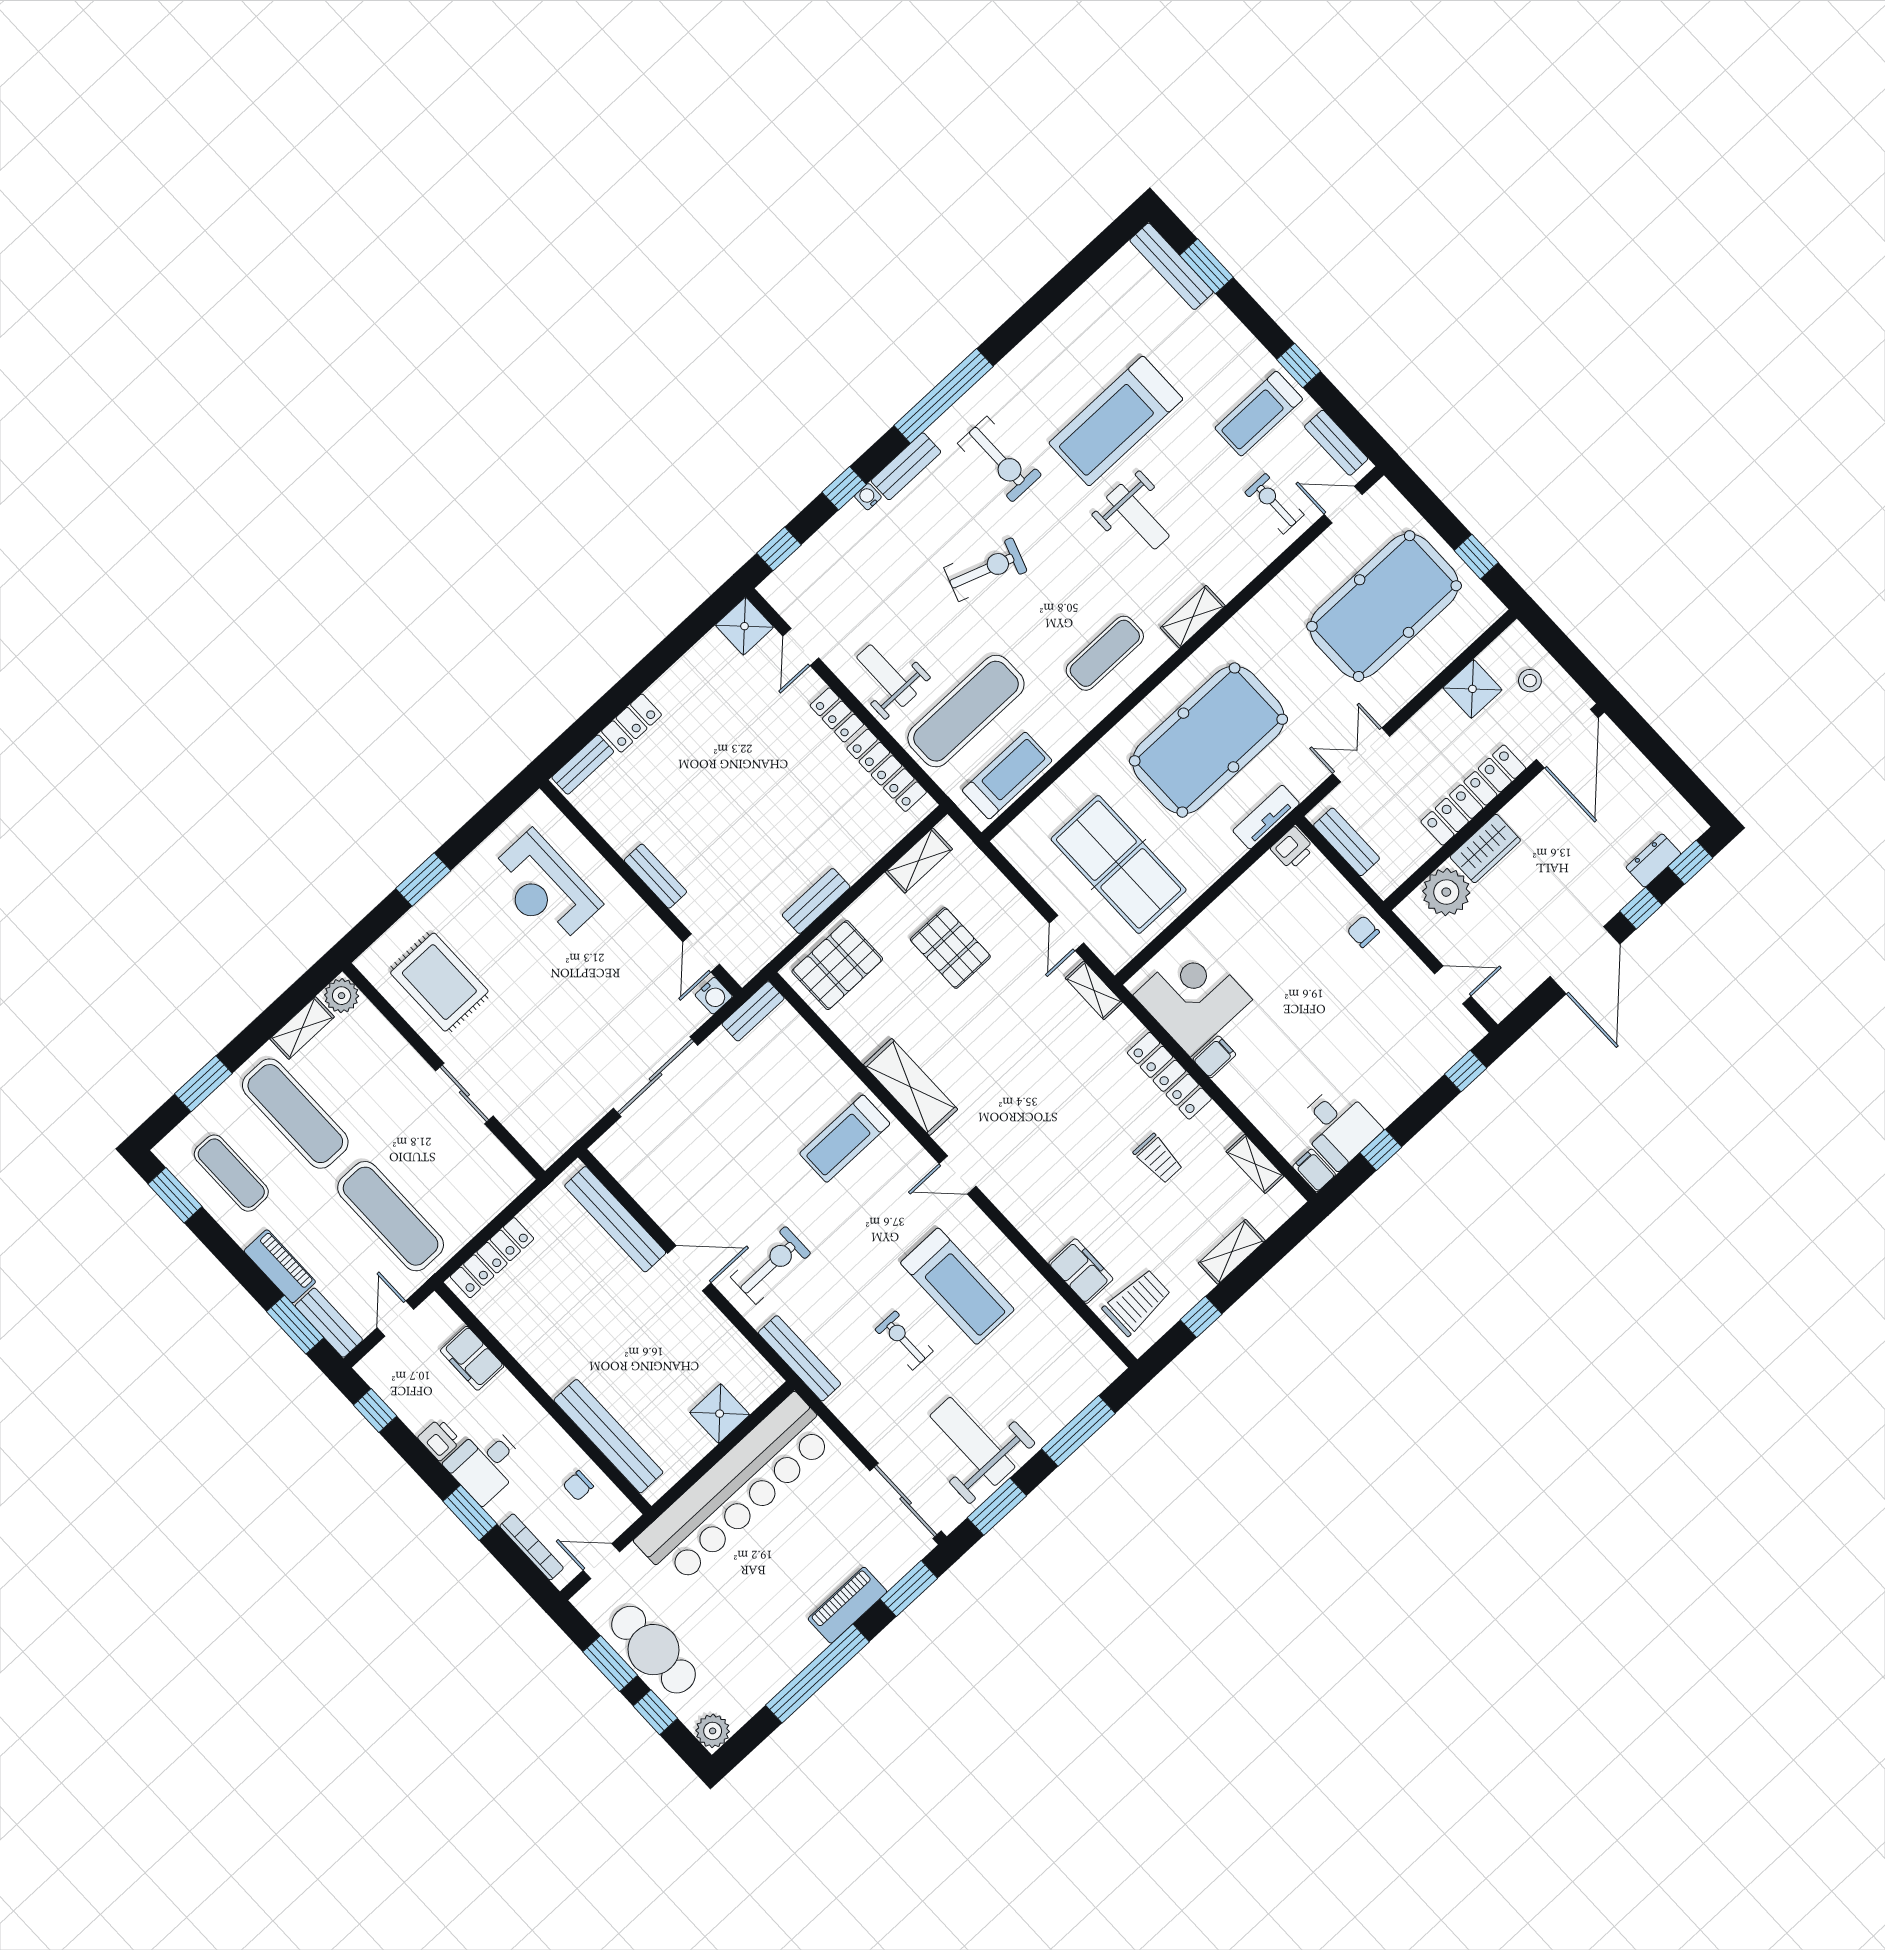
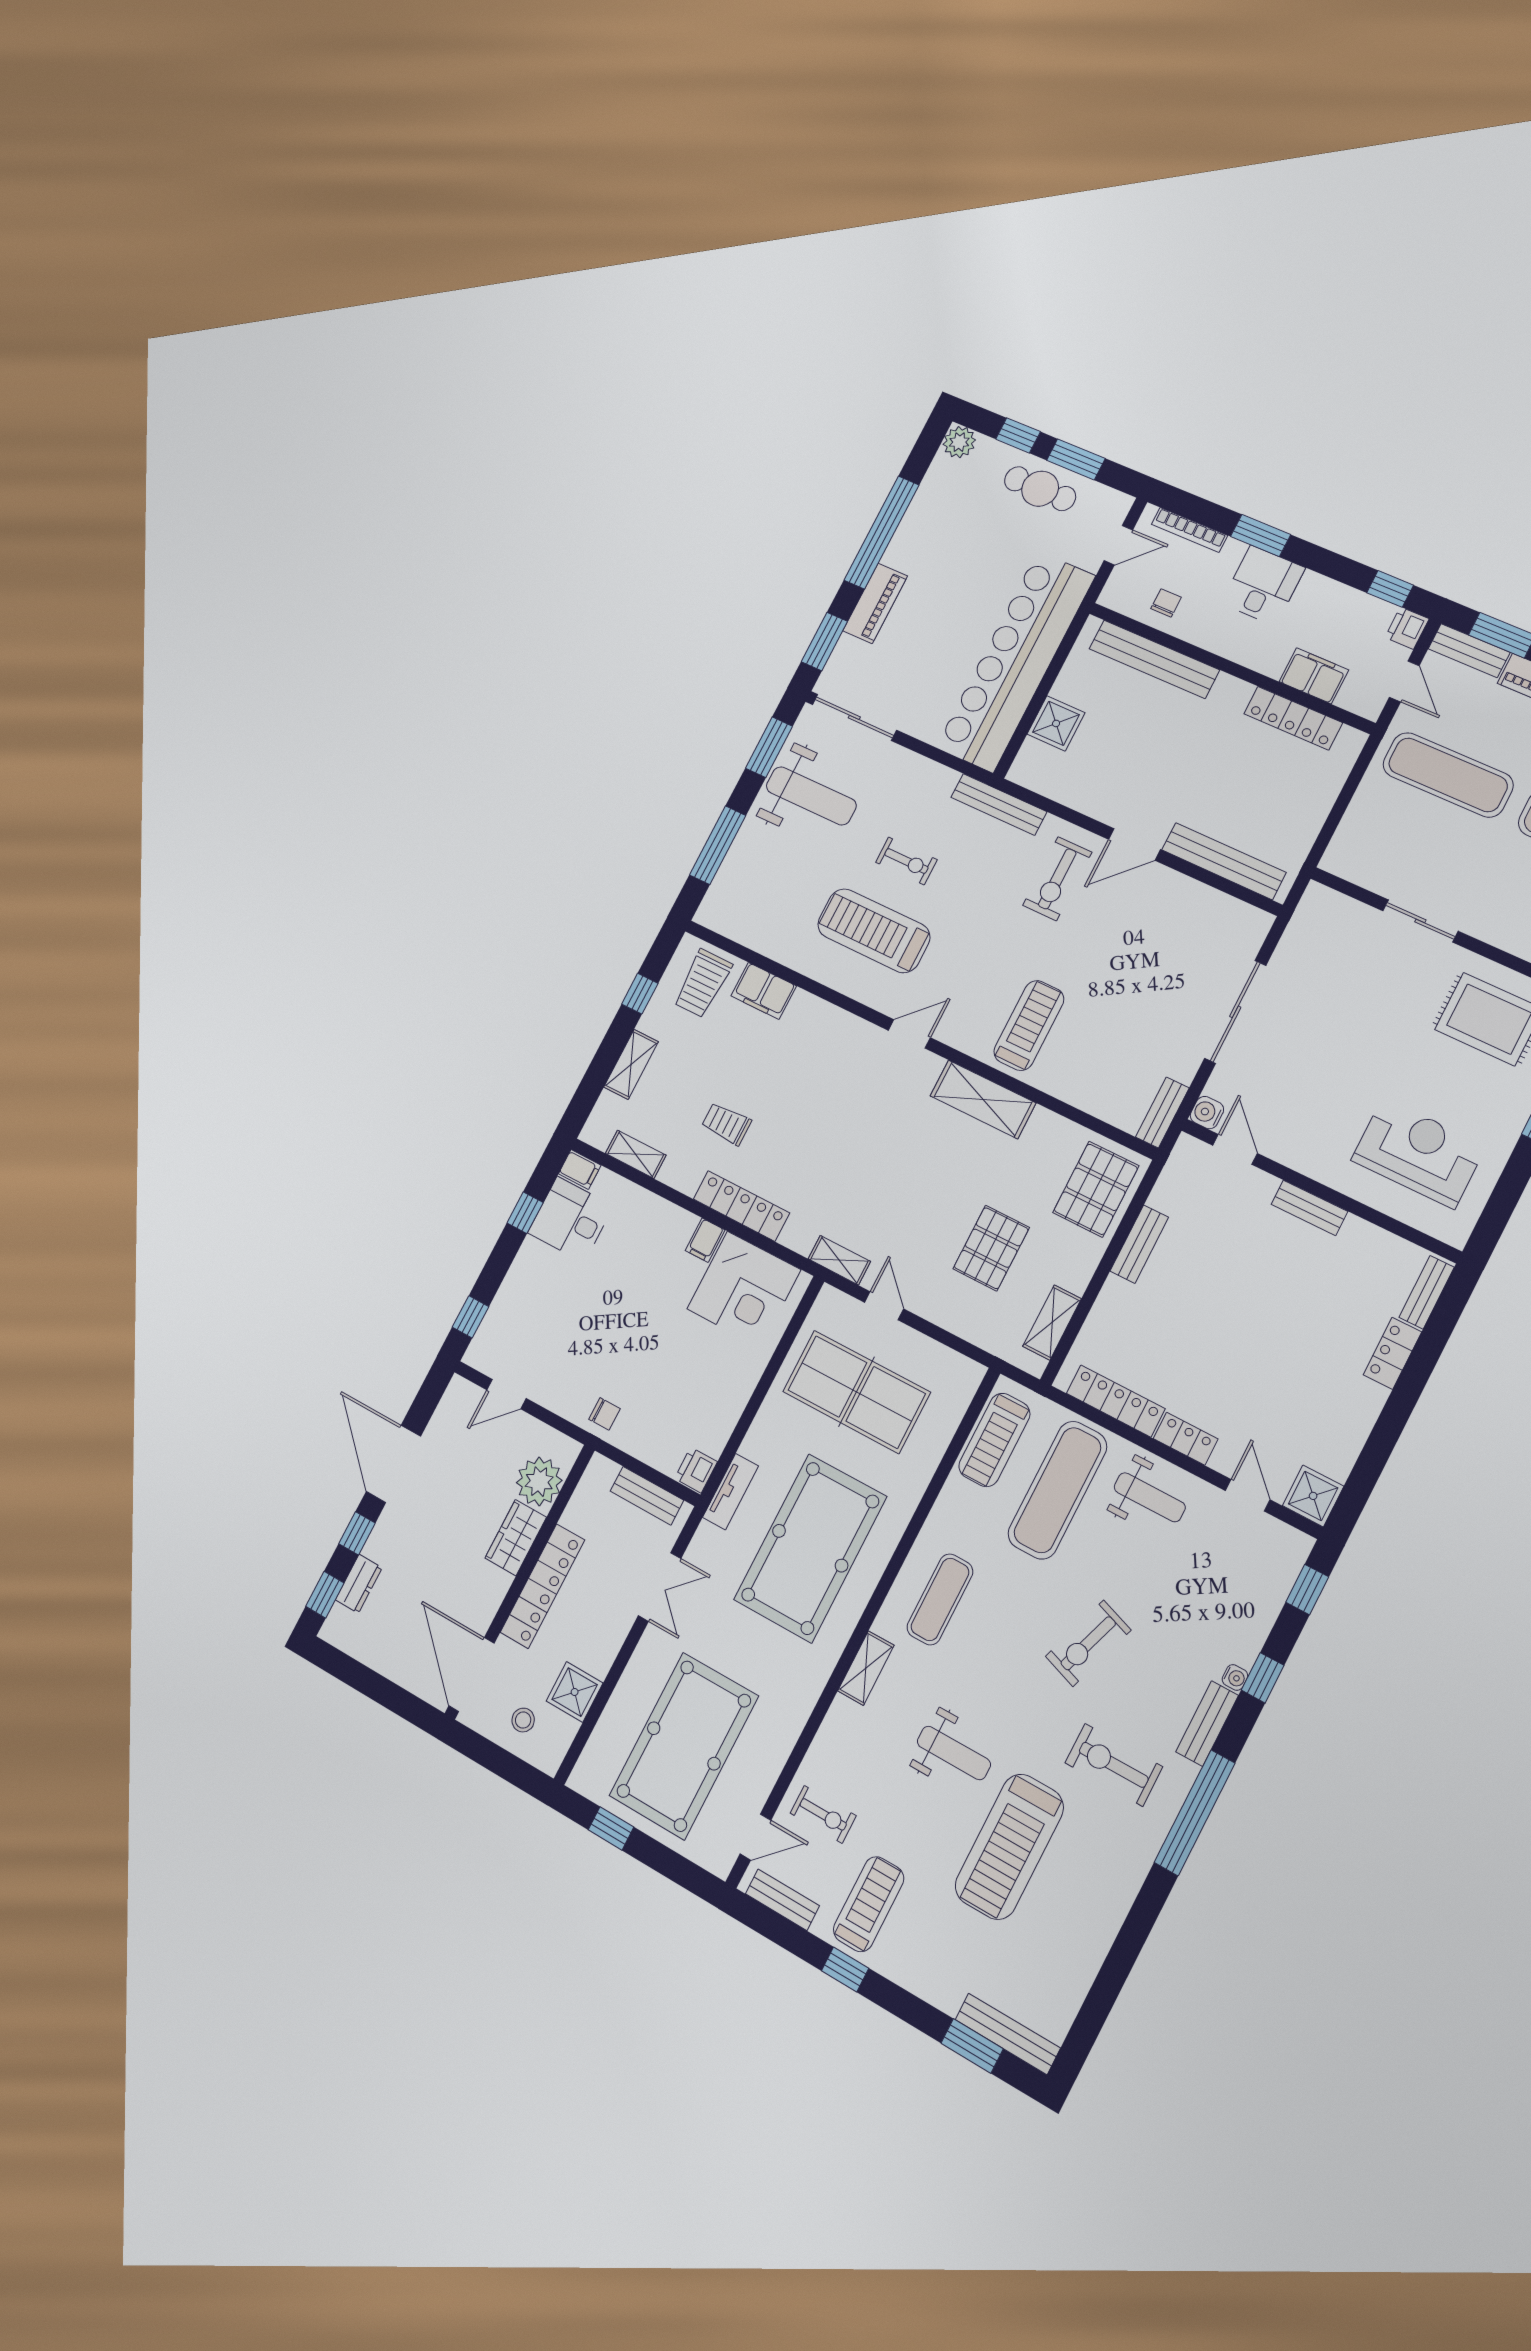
treadmill: (1116, 421) -> (1009, 1847), turned 180
weight bench: (1138, 517) -> (954, 1753), turned 180
pallet: (950, 948) -> (991, 1248), turned 90
locker: (492, 1258) -> (1293, 718), moved, turned -90
printer: (439, 1439) -> (1407, 628), moved, turned 90
cafe table: (653, 1650) -> (1040, 489), width x0.73, depth x0.74

